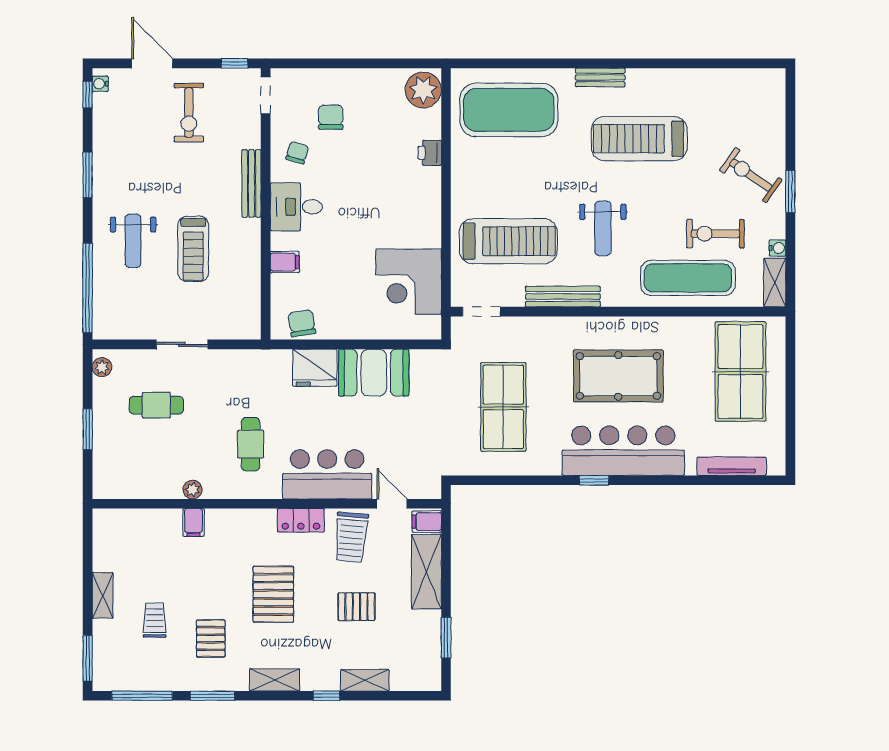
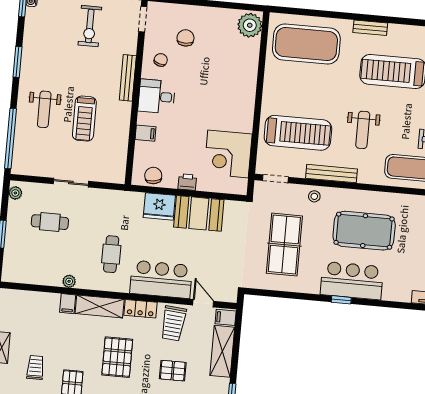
printer: (430, 153) -> (187, 182), moved, turned 90
stool: (541, 332) -> (314, 196), added
bar counter: (623, 451) -> (352, 281), width x0.73
shelving: (241, 522) -> (100, 306), added

